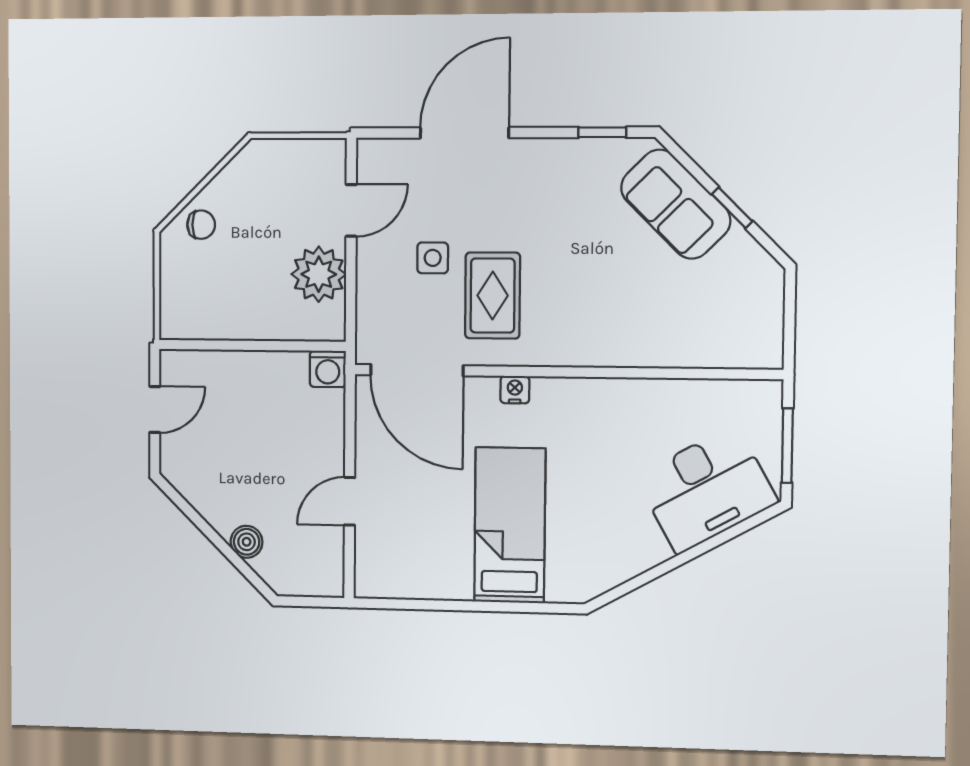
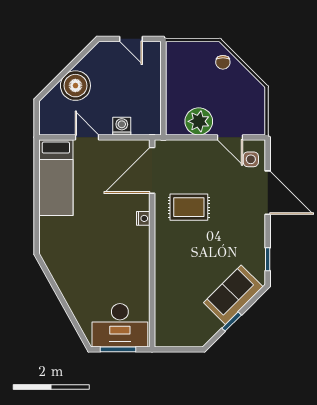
side table: (433, 258) -> (251, 159), moved
washing machine: (328, 369) -> (122, 126), moved, turned 90
desk: (706, 489) -> (120, 325), moved, turned -61
bed: (510, 525) -> (56, 178), moved, turned 90
boiler: (247, 542) -> (75, 86), width x1.86, depth x1.86

